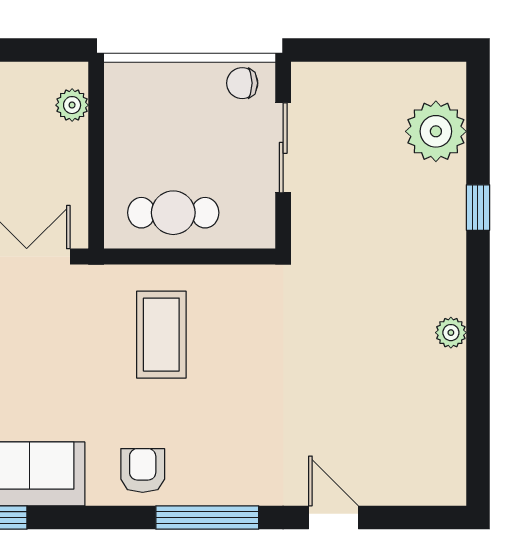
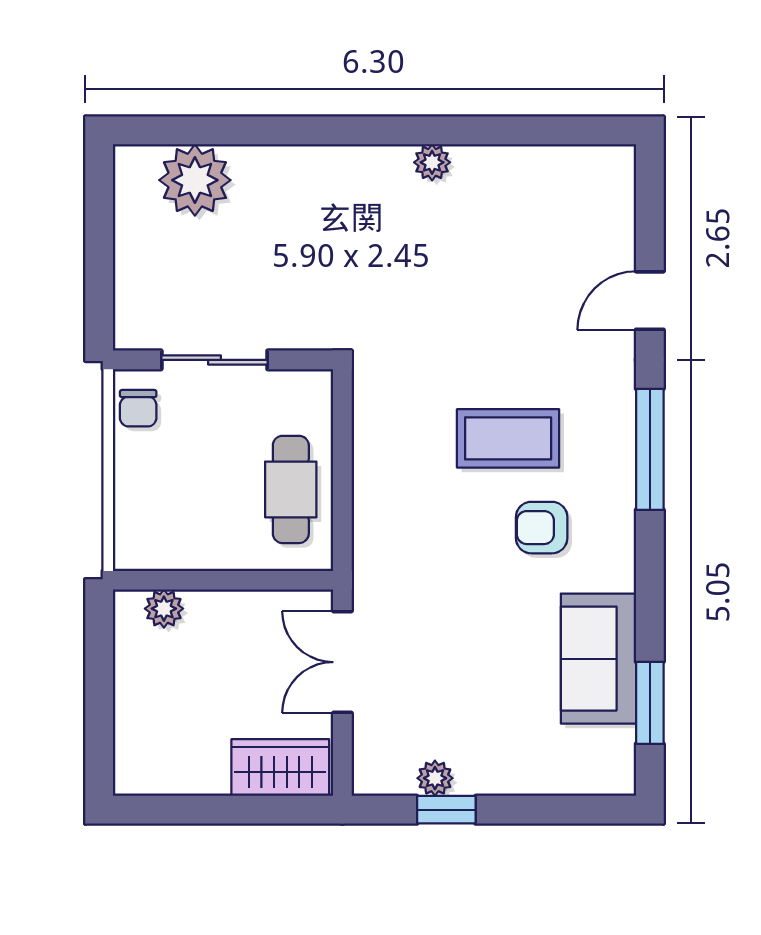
window: (478, 208) -> (285, 130), removed
coffee table: (161, 335) -> (508, 438), moved
armchair: (143, 470) -> (542, 528), moved

